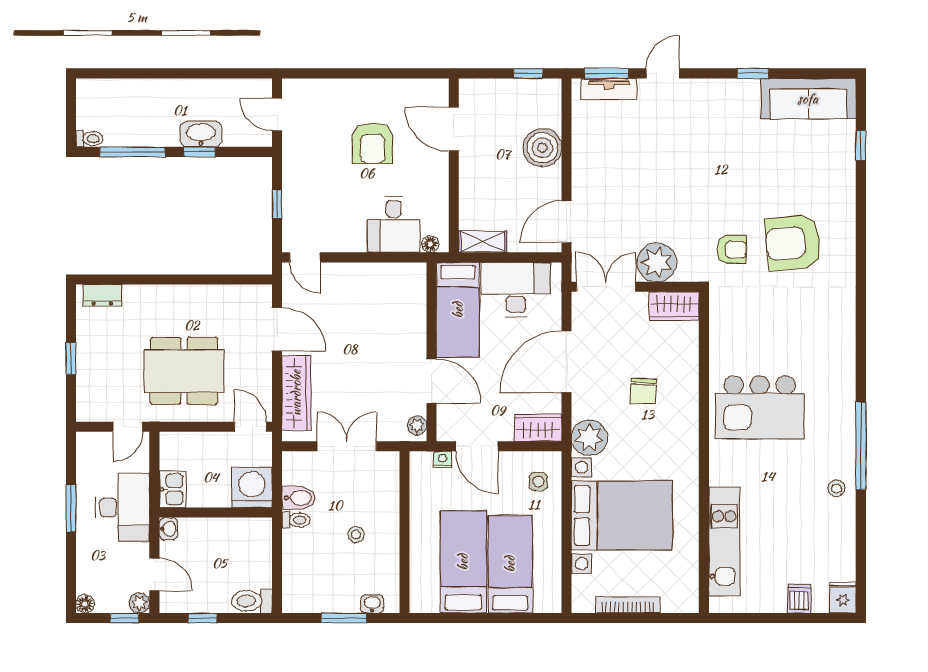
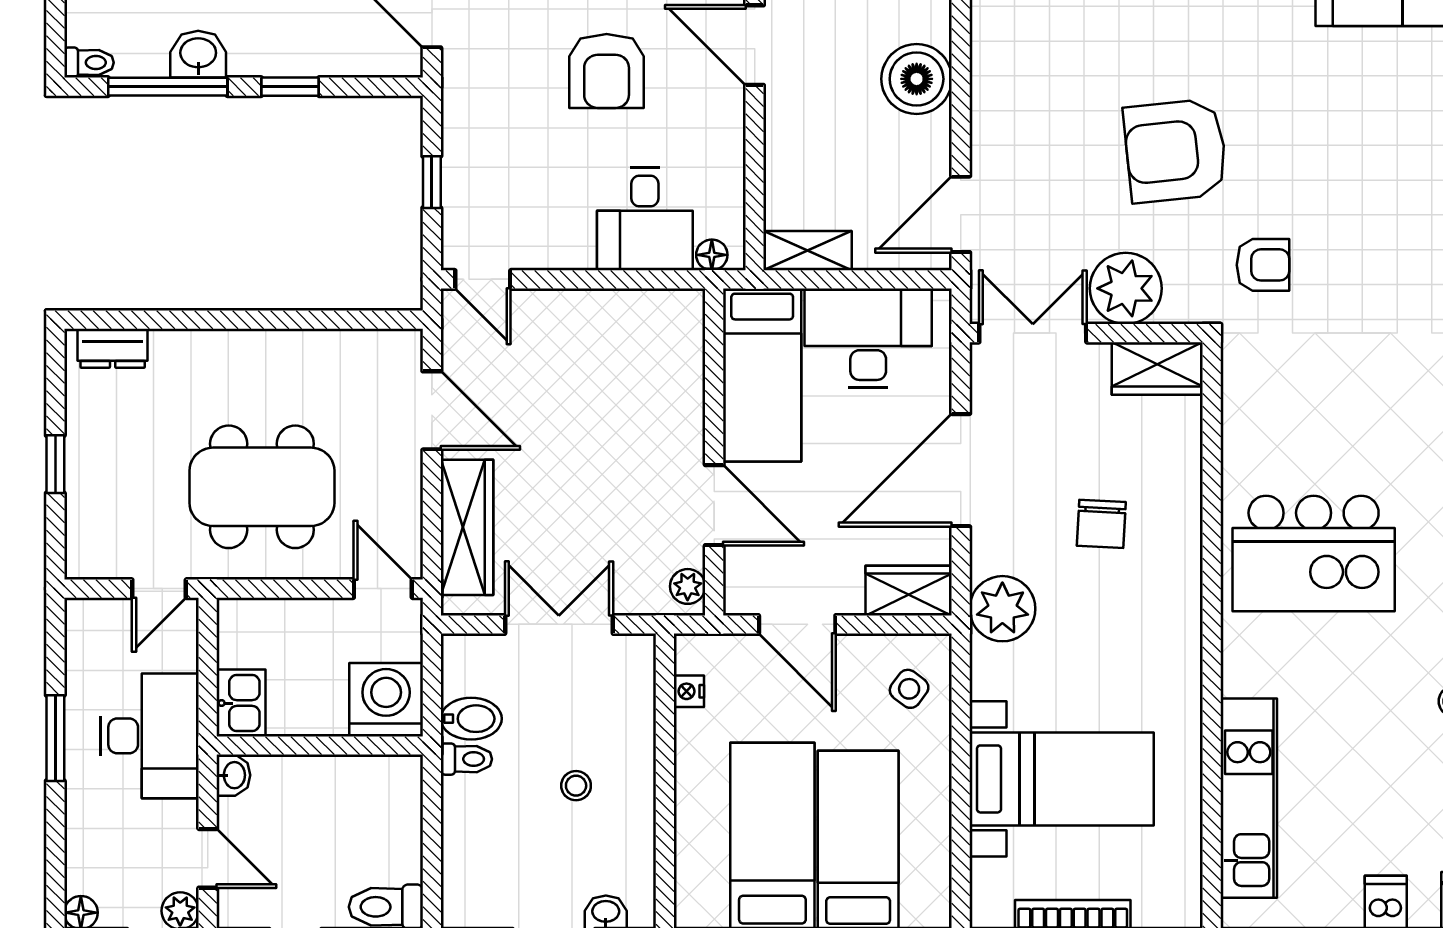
washbasin: (201, 134) -> (198, 54), moved, width x0.72
armchair: (793, 243) -> (1176, 151), moved
nightstand: (443, 459) -> (689, 691), moved, turned -90
side table: (538, 482) -> (909, 689), turned 37
bed with nightstands: (622, 515) -> (1062, 779), width x0.73

